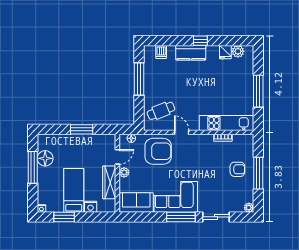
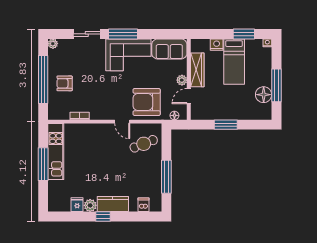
plant: (238, 51) -> (90, 205), moved
kitchen unit: (226, 123) -> (56, 151), moved, turned -90
window: (258, 173) -> (43, 79), width x1.46

